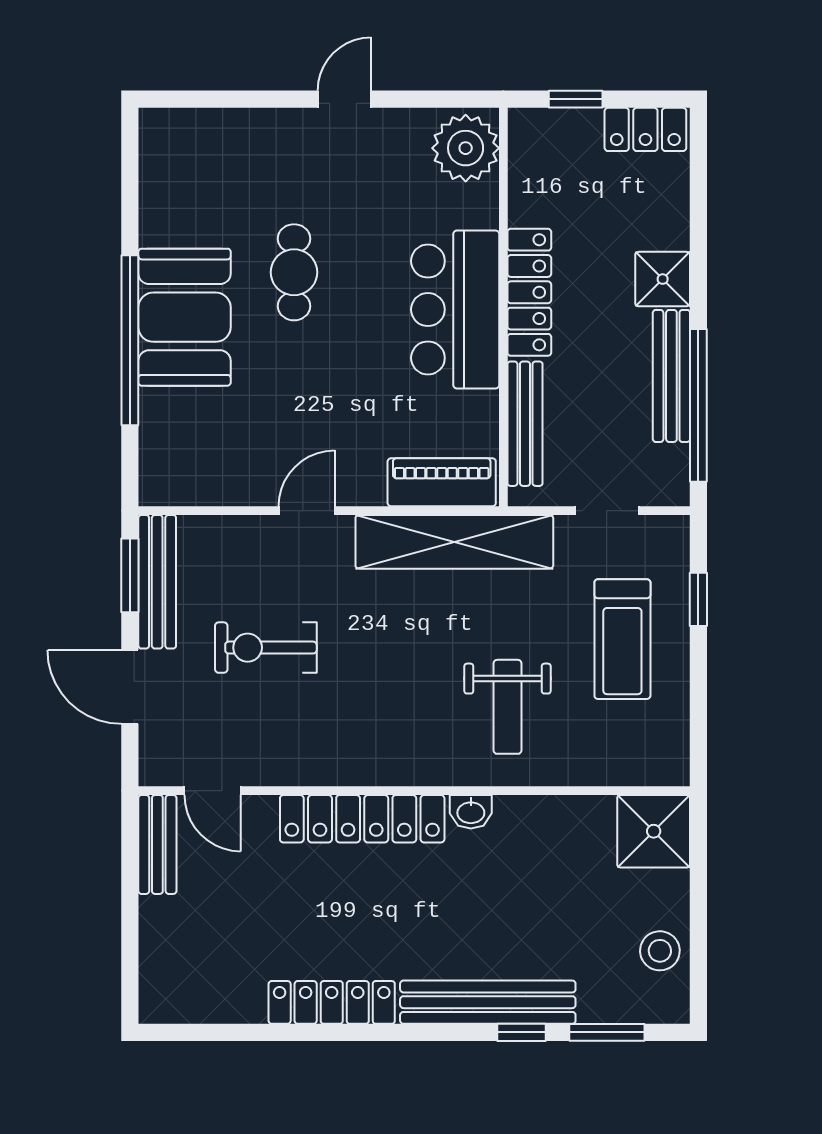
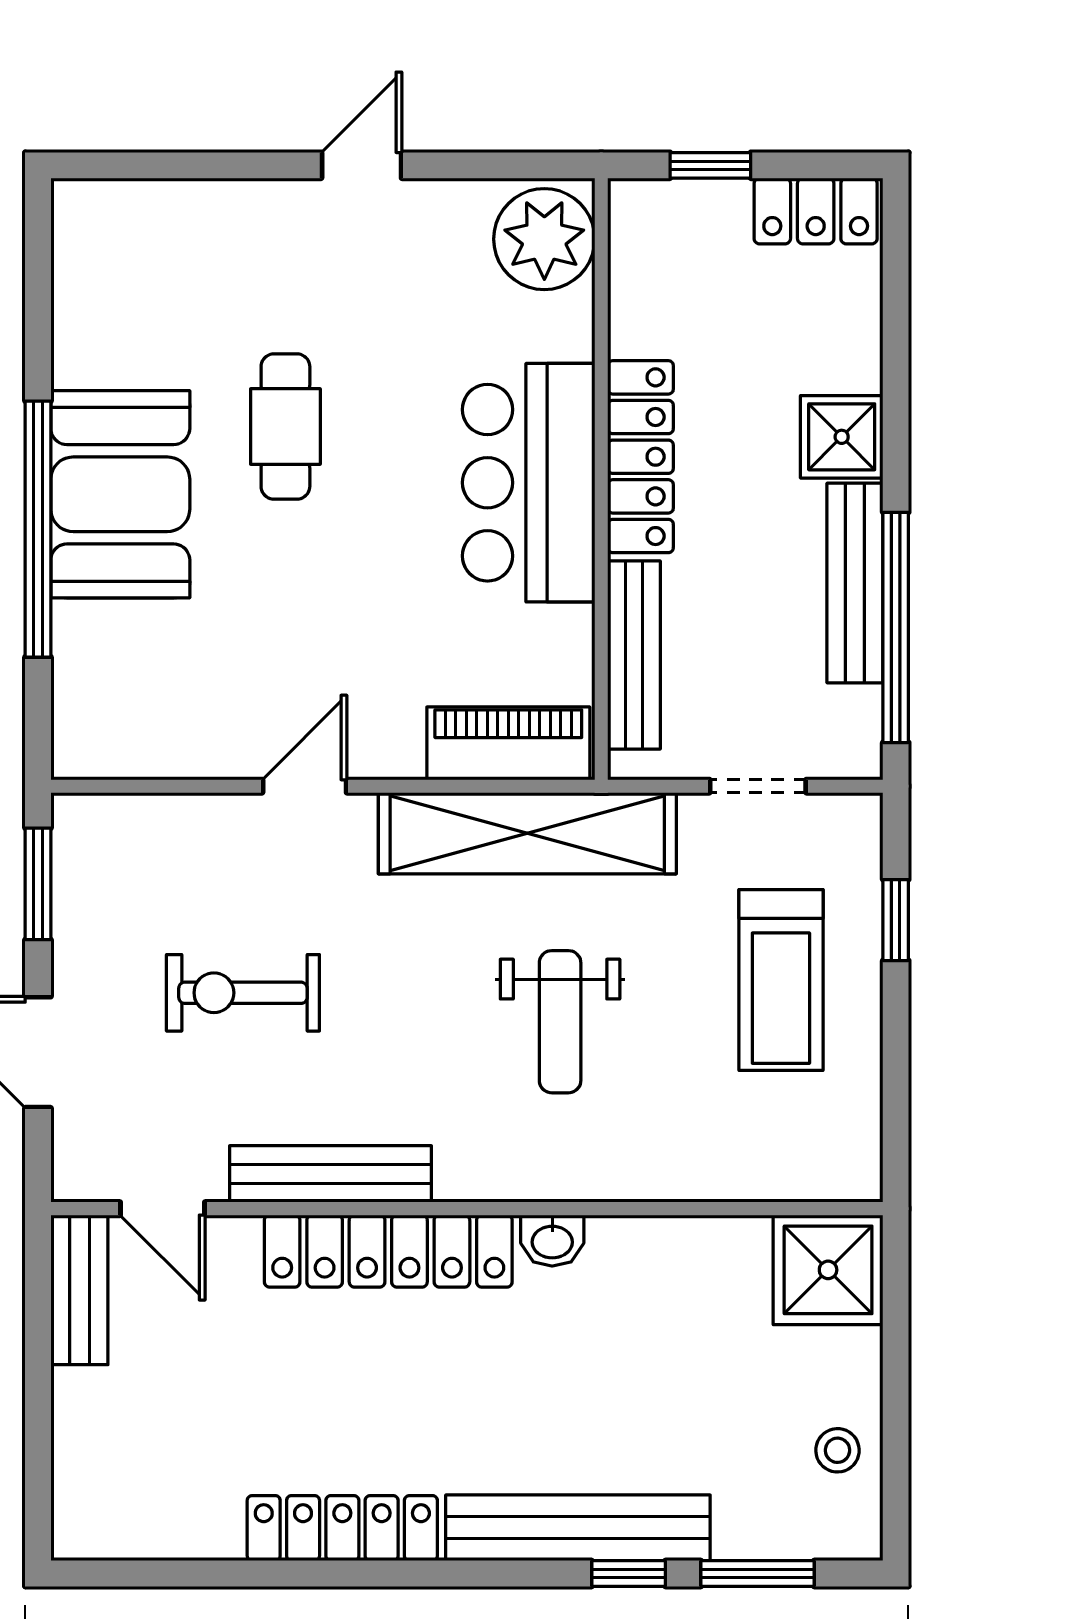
bench: (157, 582) -> (331, 1174), moved, turned 90
weight bench: (508, 707) -> (560, 1022), moved
stool: (660, 951) -> (837, 1450), width x0.73, depth x0.73

